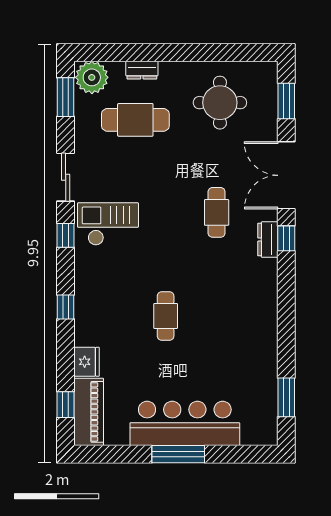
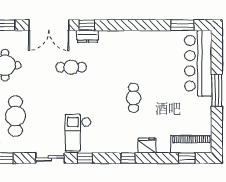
cafe table: (166, 316) -> (134, 98), turned 90
fridge: (87, 362) -> (147, 145), moved
bar counter: (185, 423) -> (198, 63), moved

